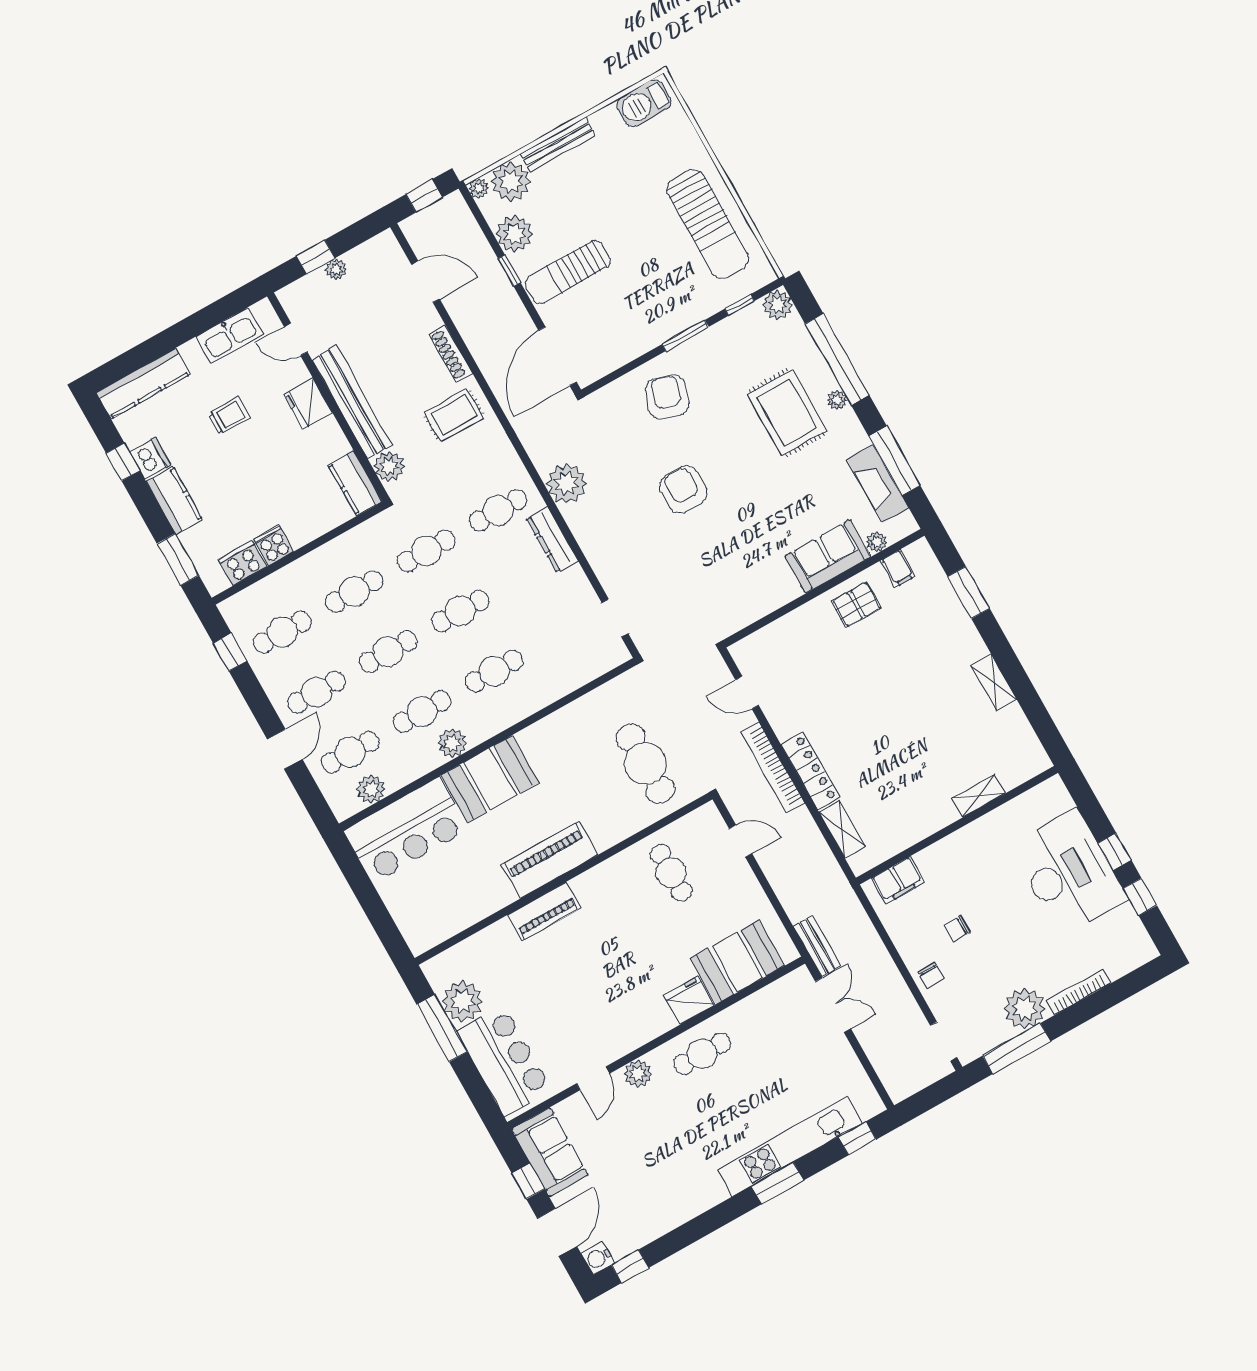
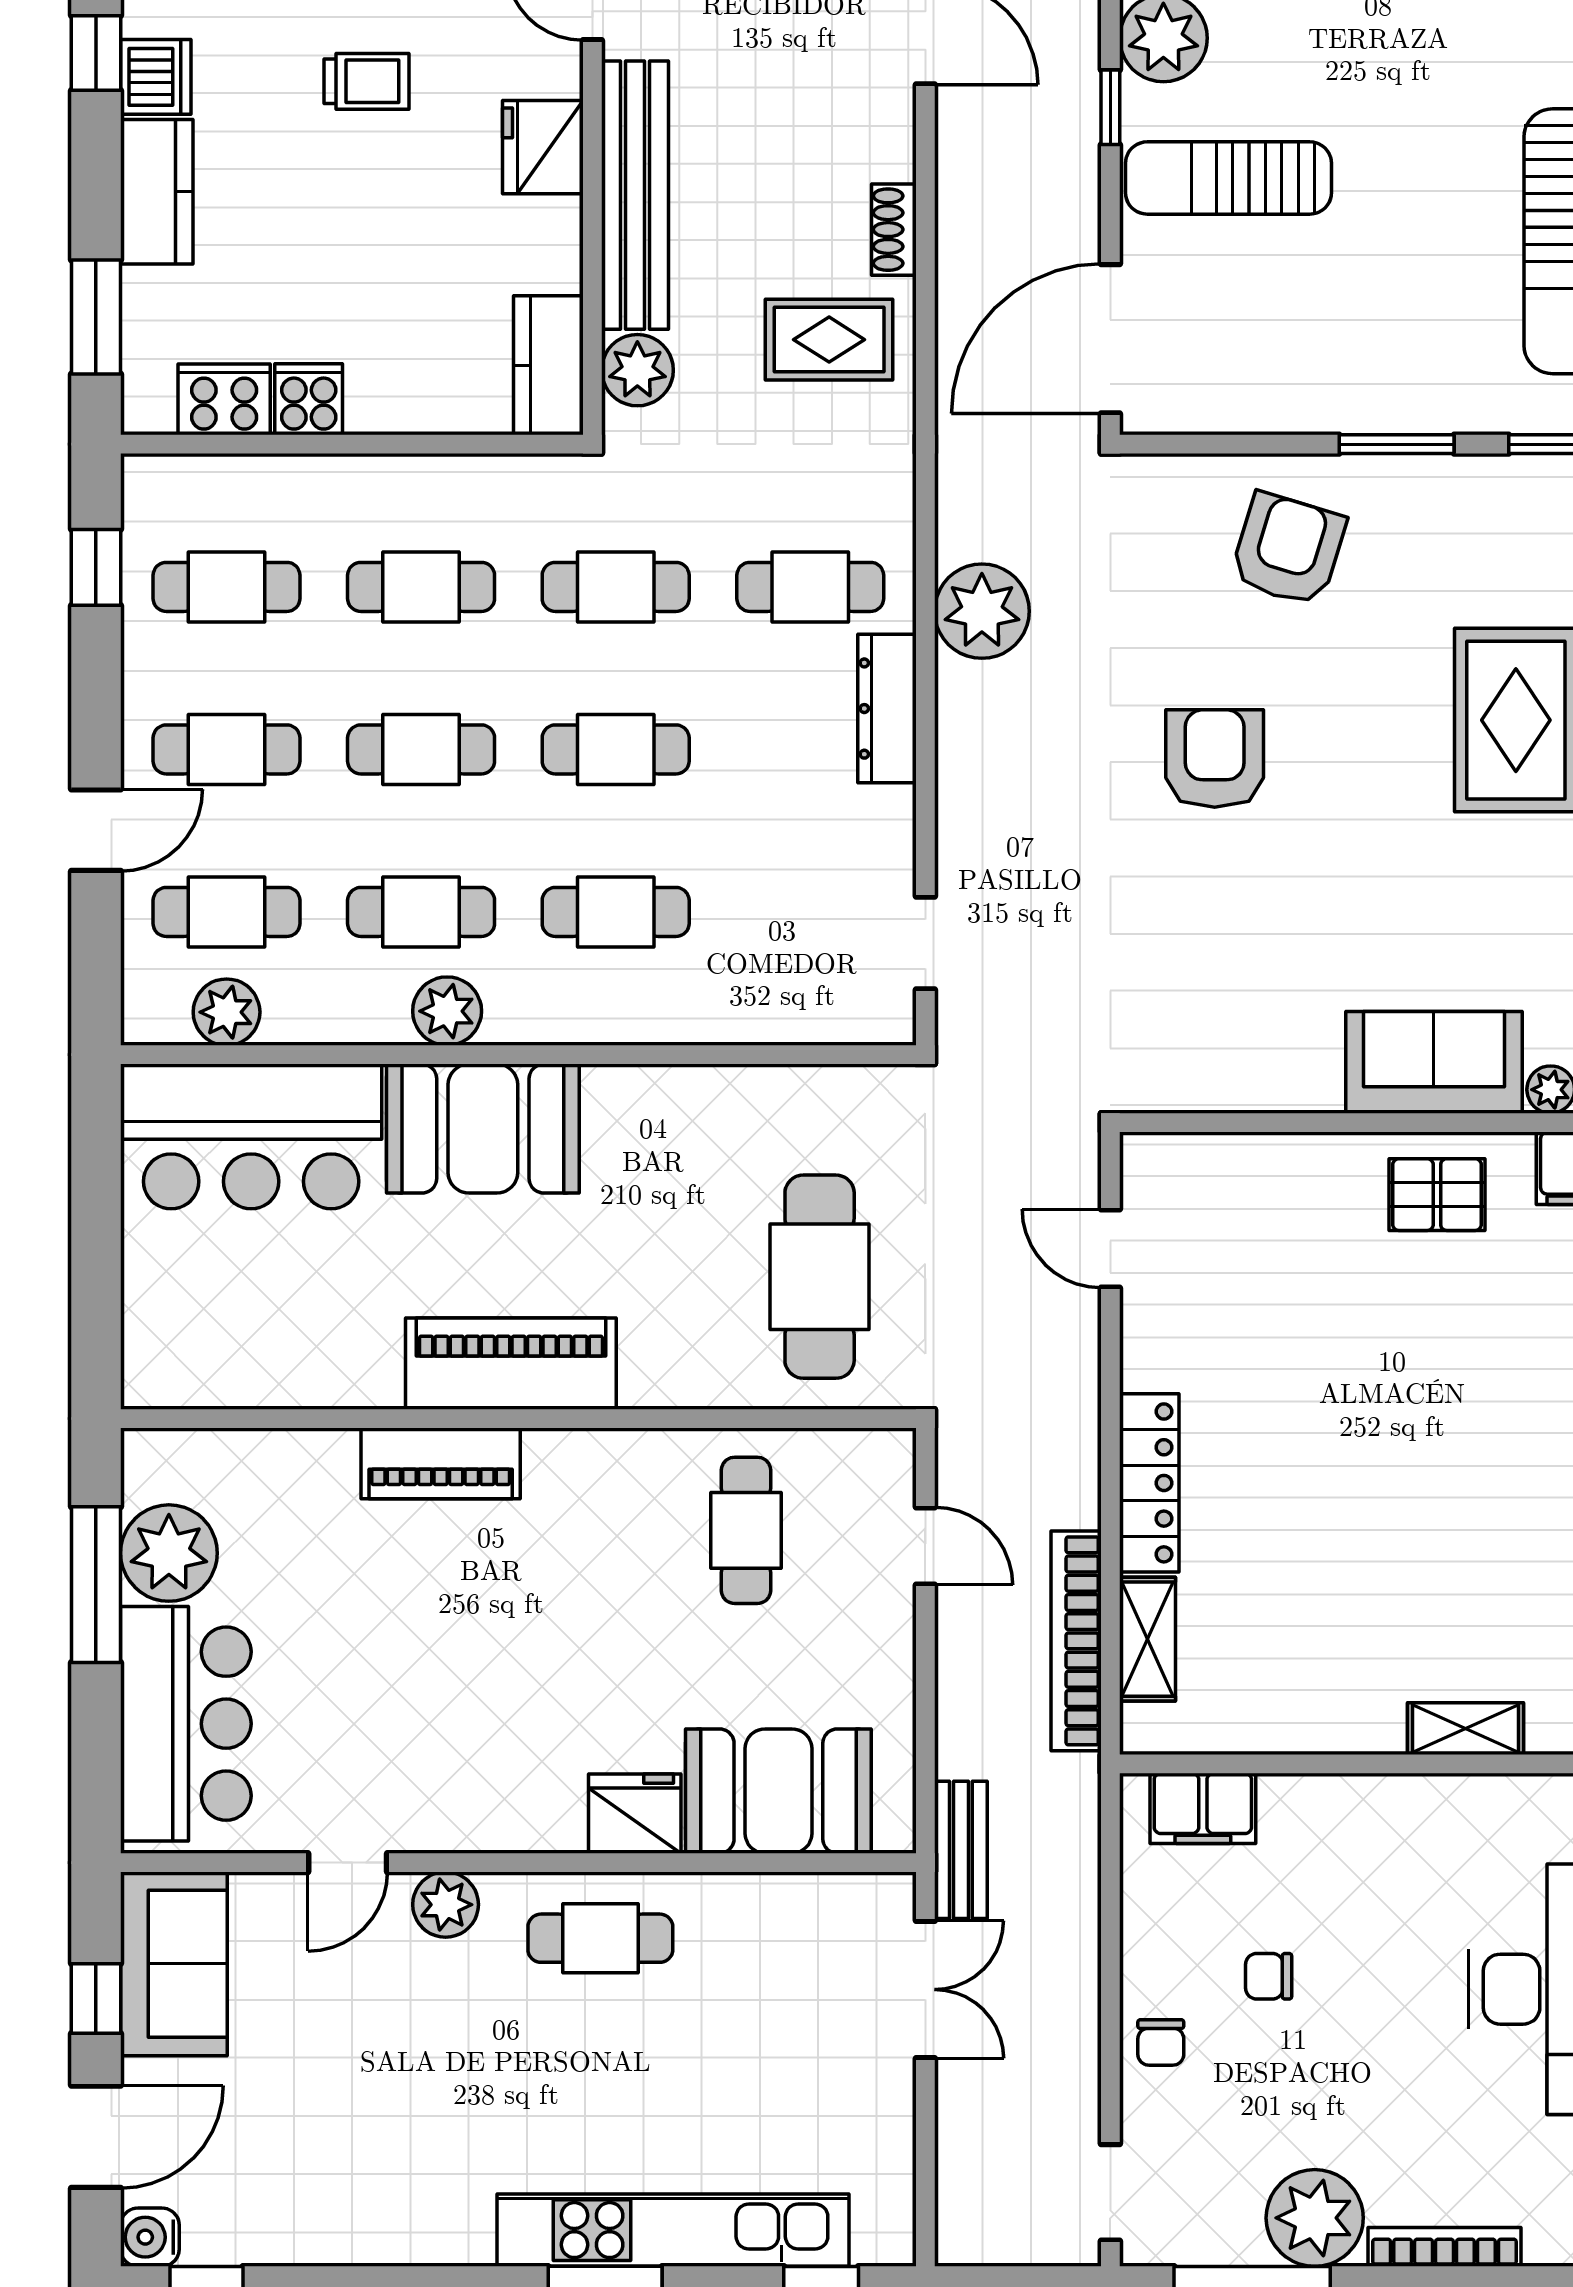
shoe rack: (451, 354) -> (894, 230), width x0.70
bookcase: (773, 768) -> (1076, 1641), moved

